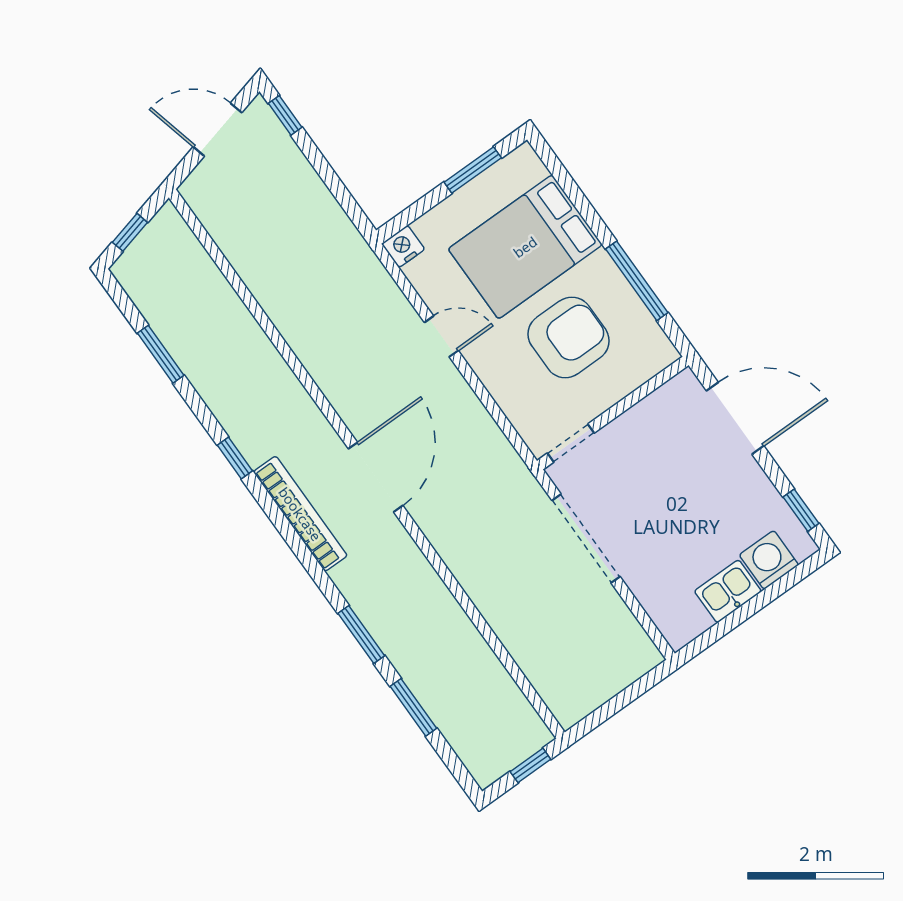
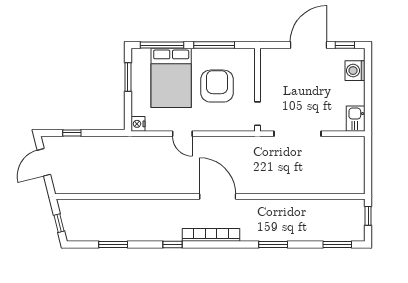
window: (285, 115) -> (72, 133), moved
window: (571, 189) -> (162, 45), added
door: (441, 336) -> (182, 134), swing flipped
door: (735, 418) -> (309, 45), moved
kitchen sink: (728, 591) -> (356, 119), moved
window: (413, 707) -> (337, 244), moved

